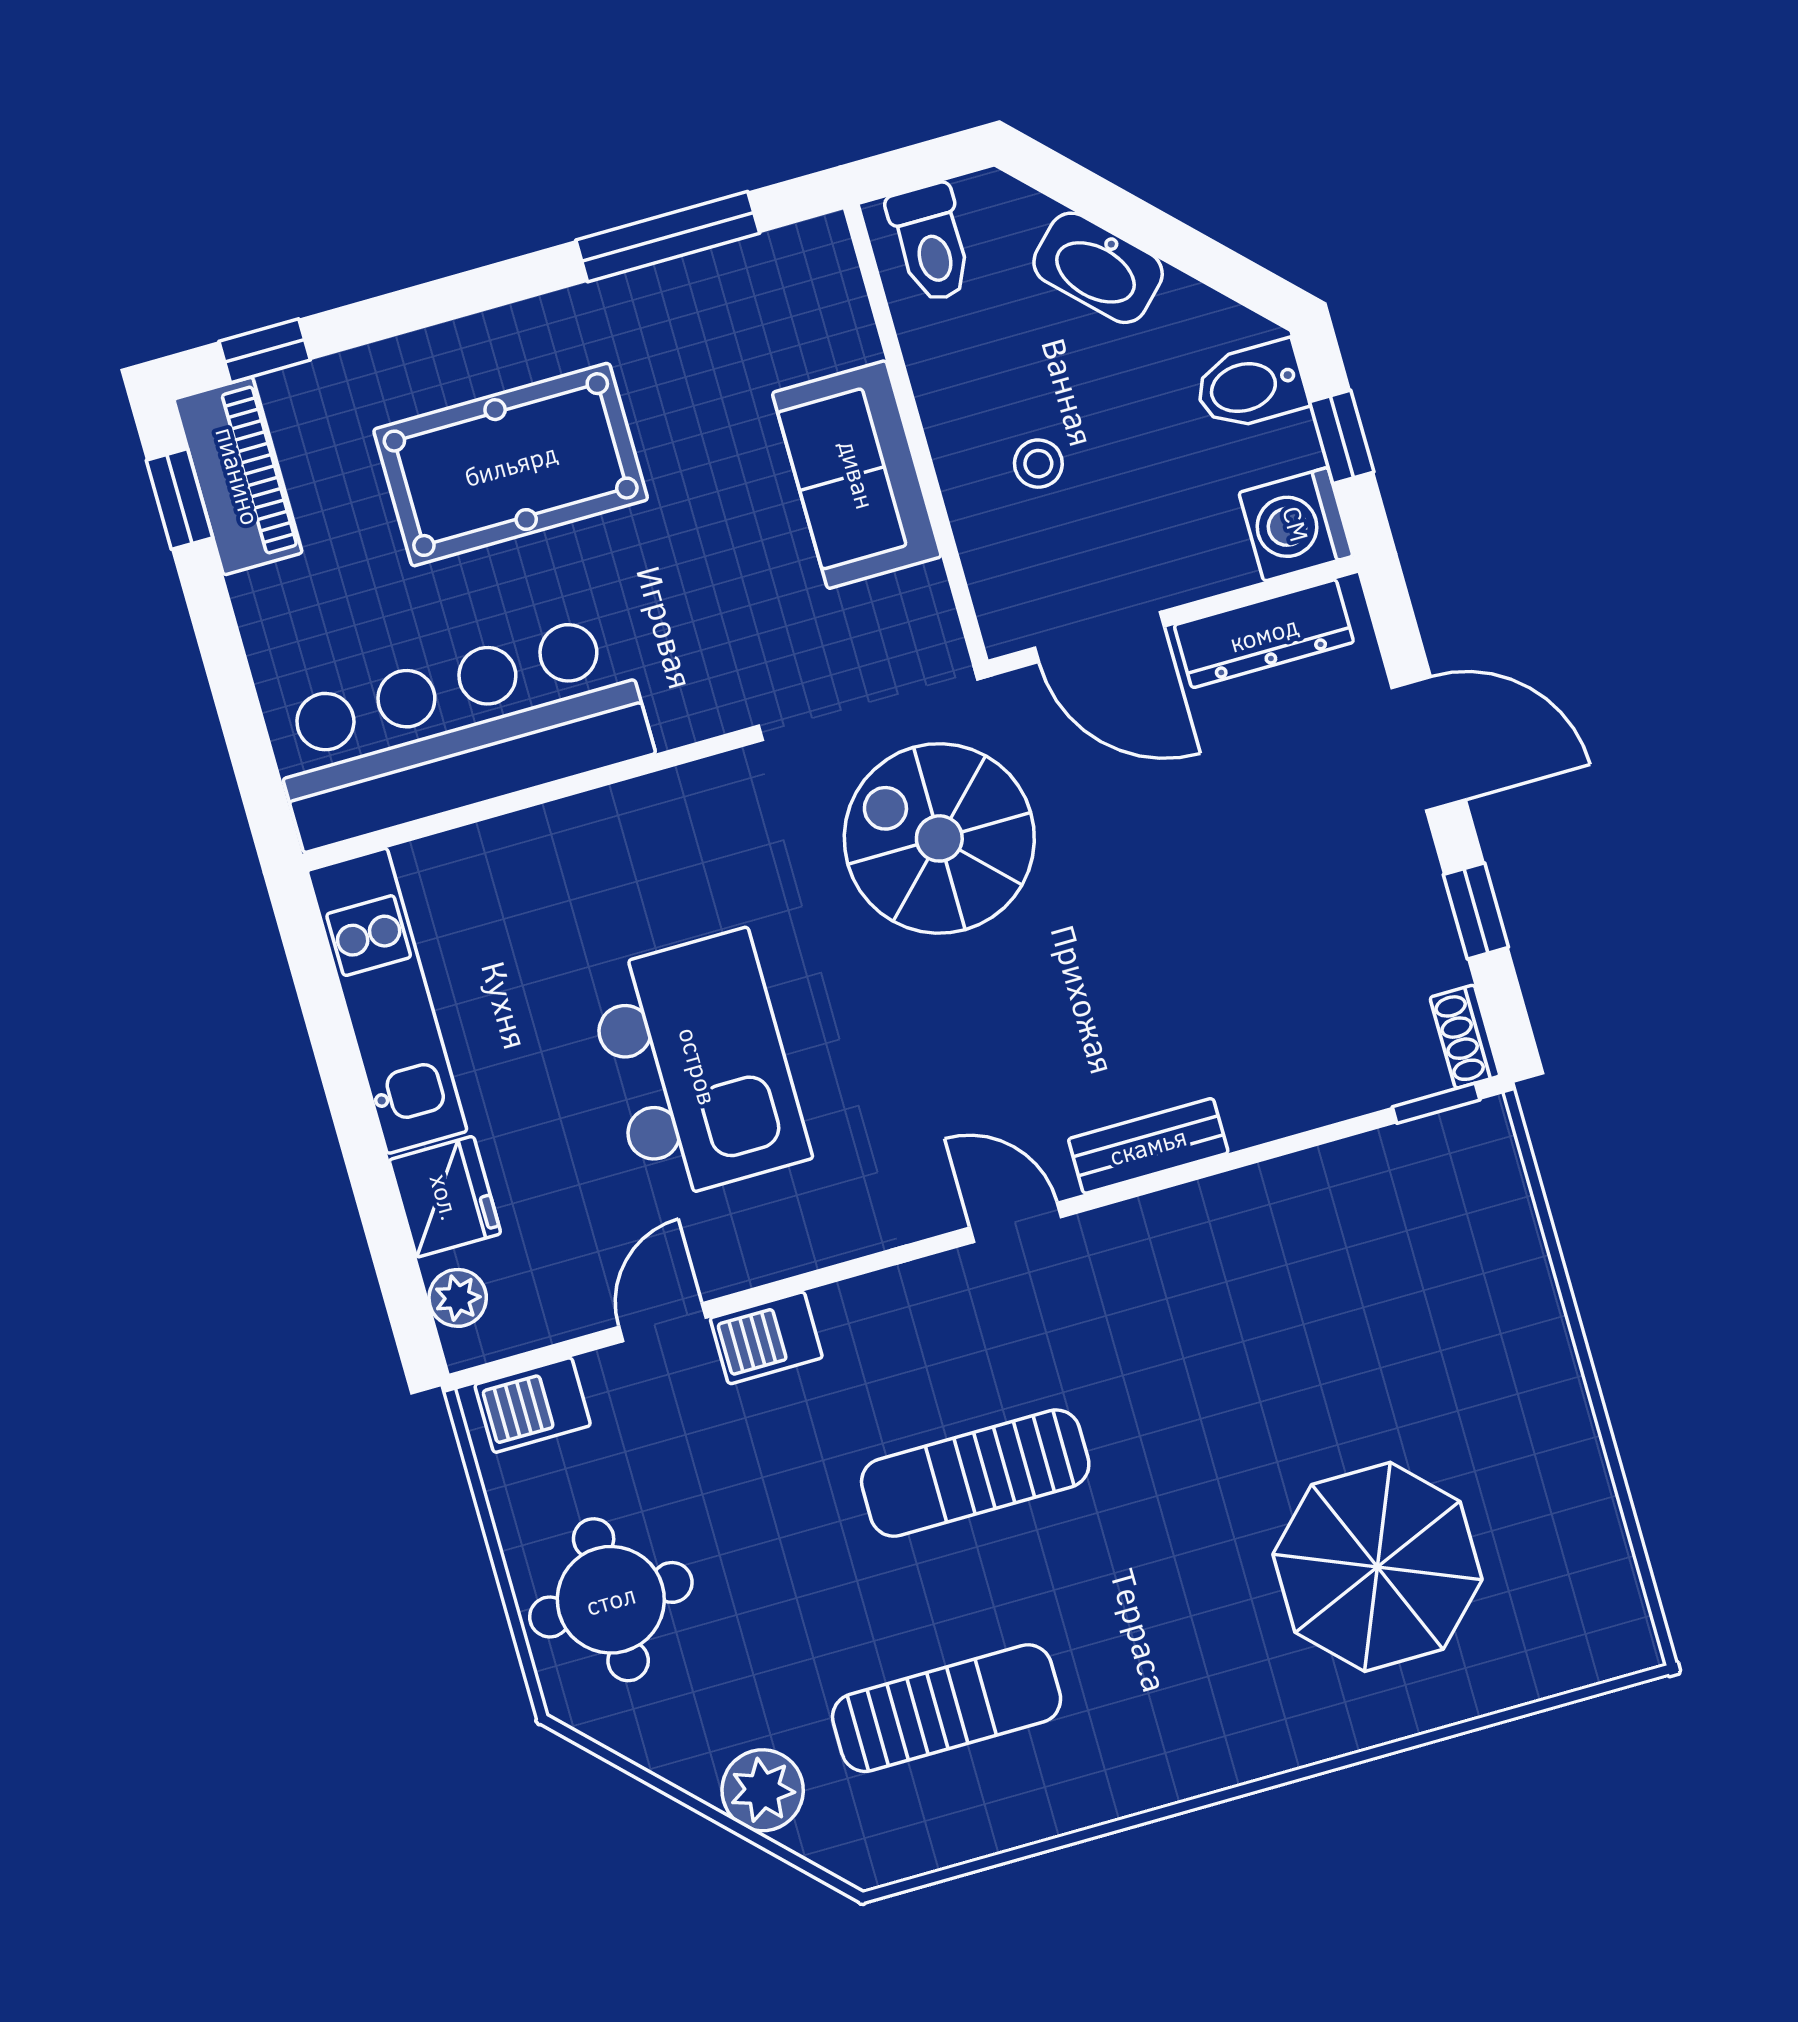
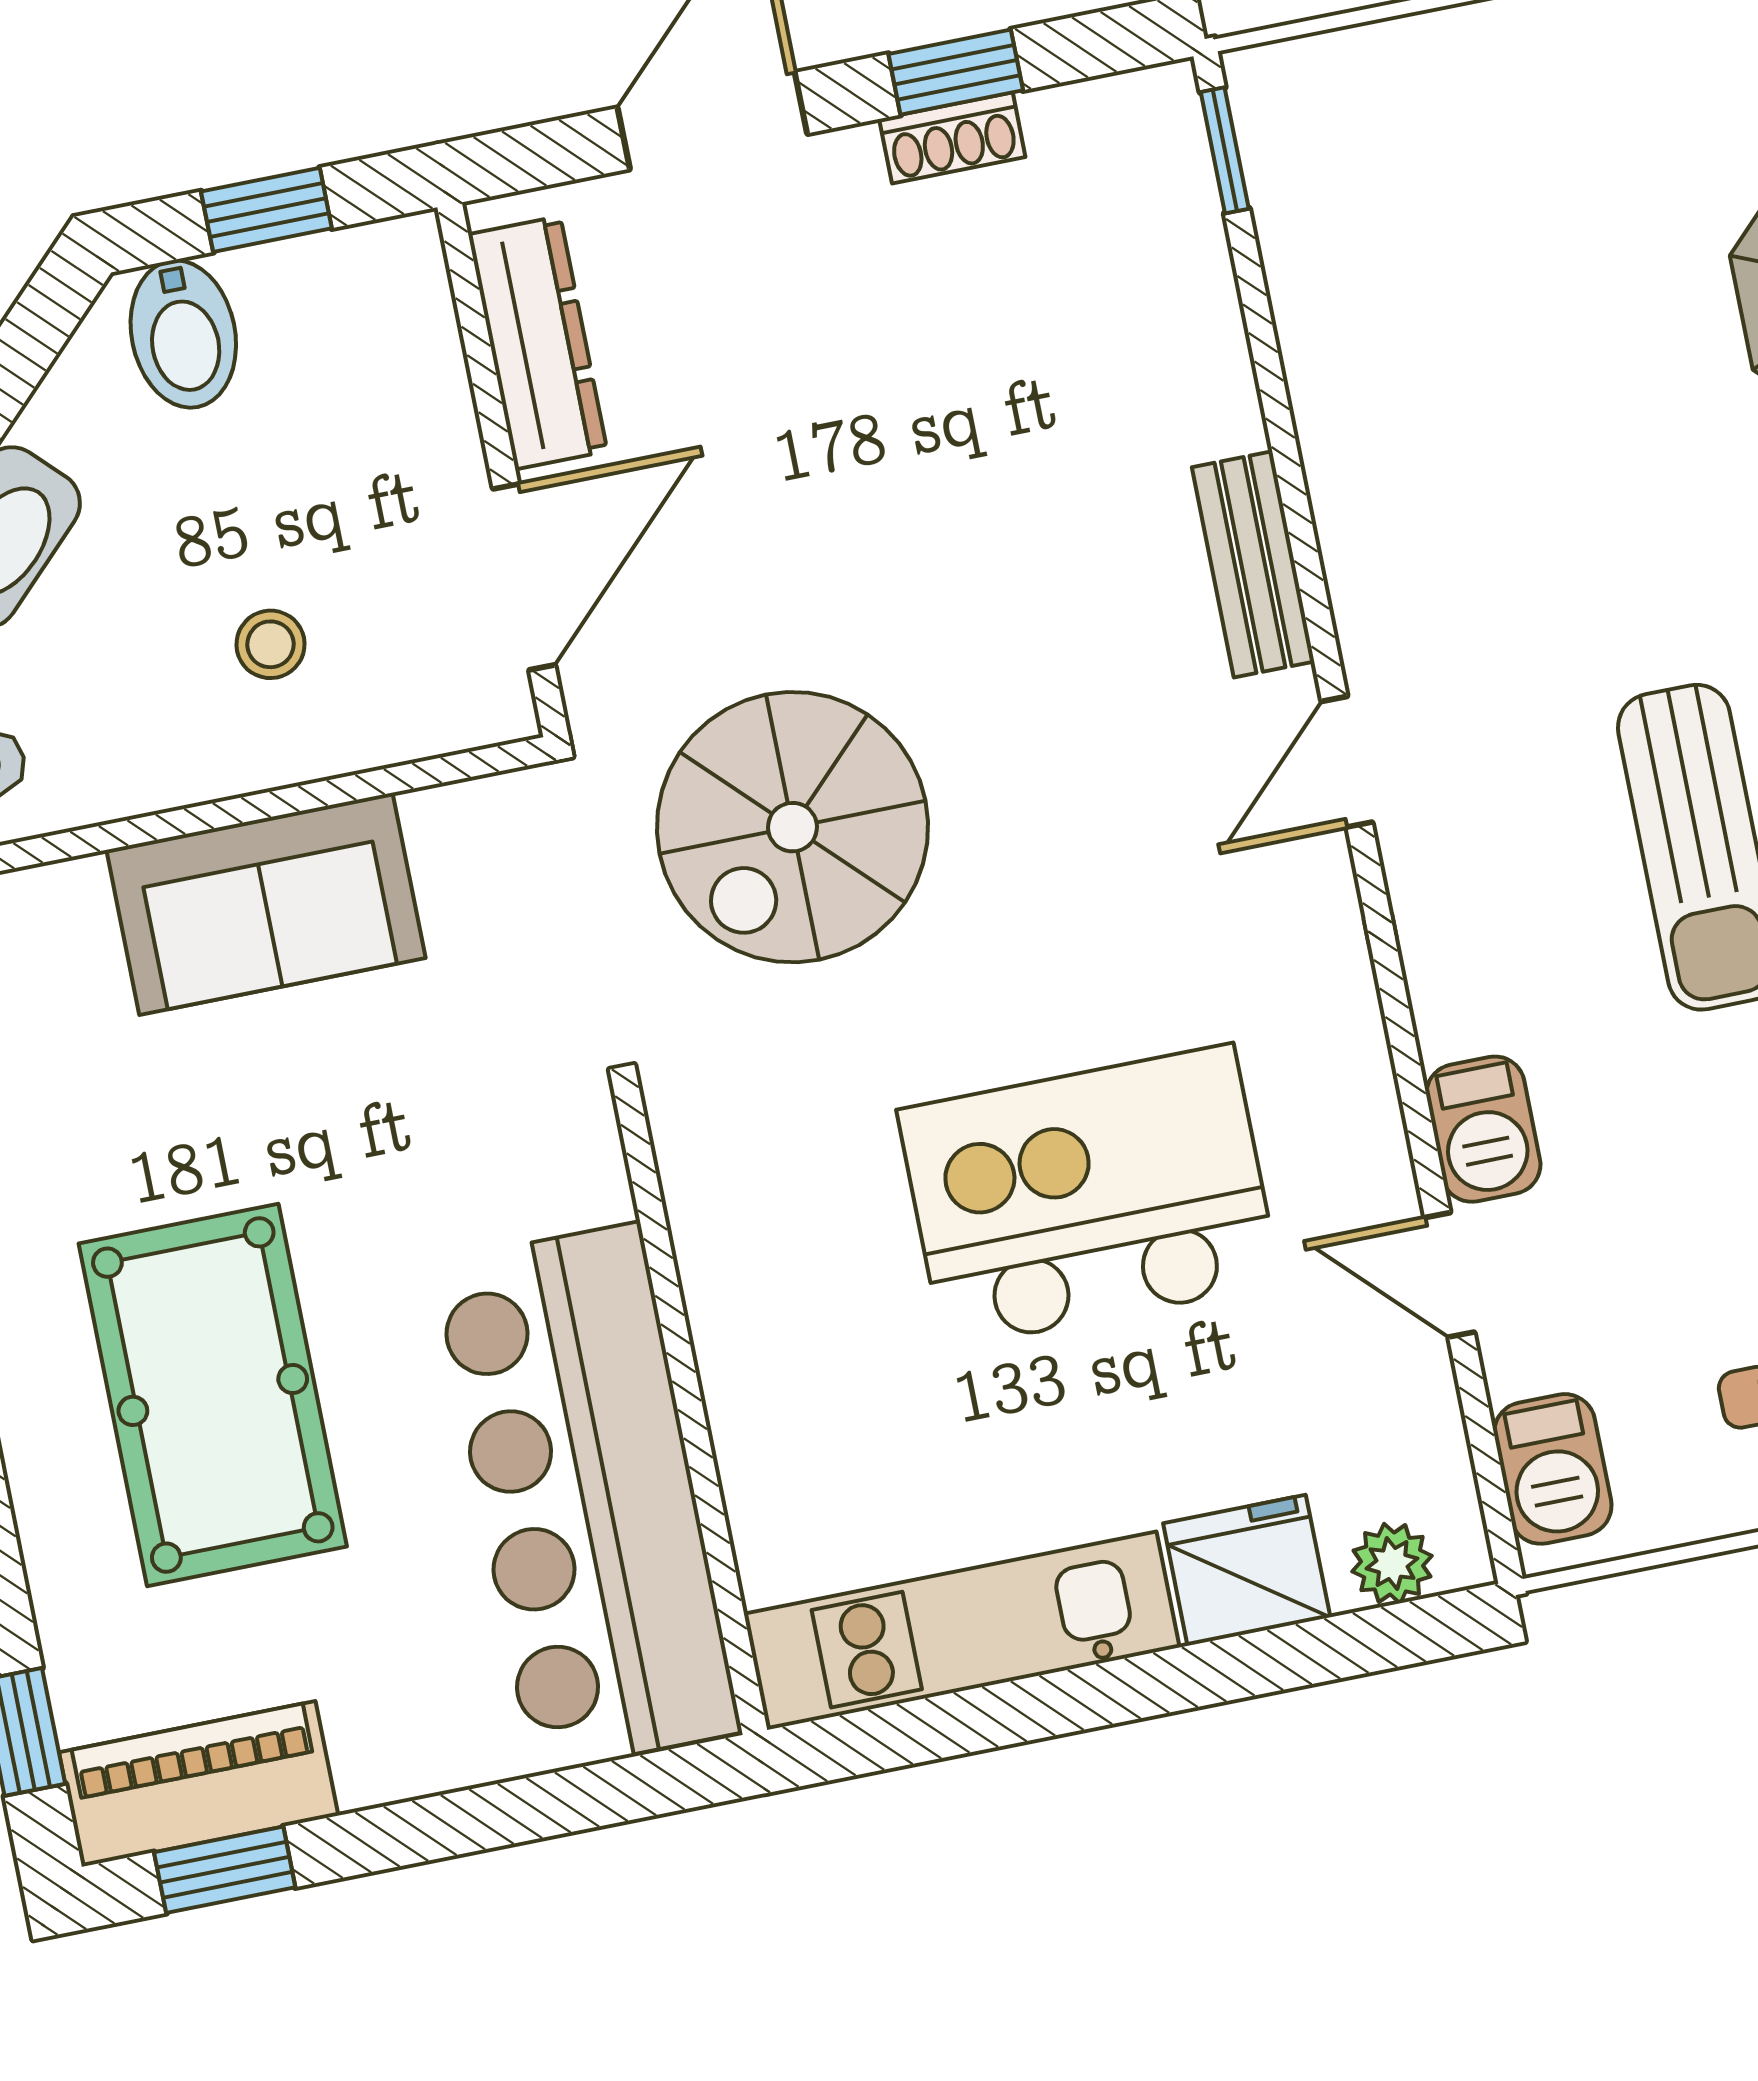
washing machine: (1296, 524) -> (386, 285), removed
shoe rack: (1465, 1037) -> (952, 138), moved

